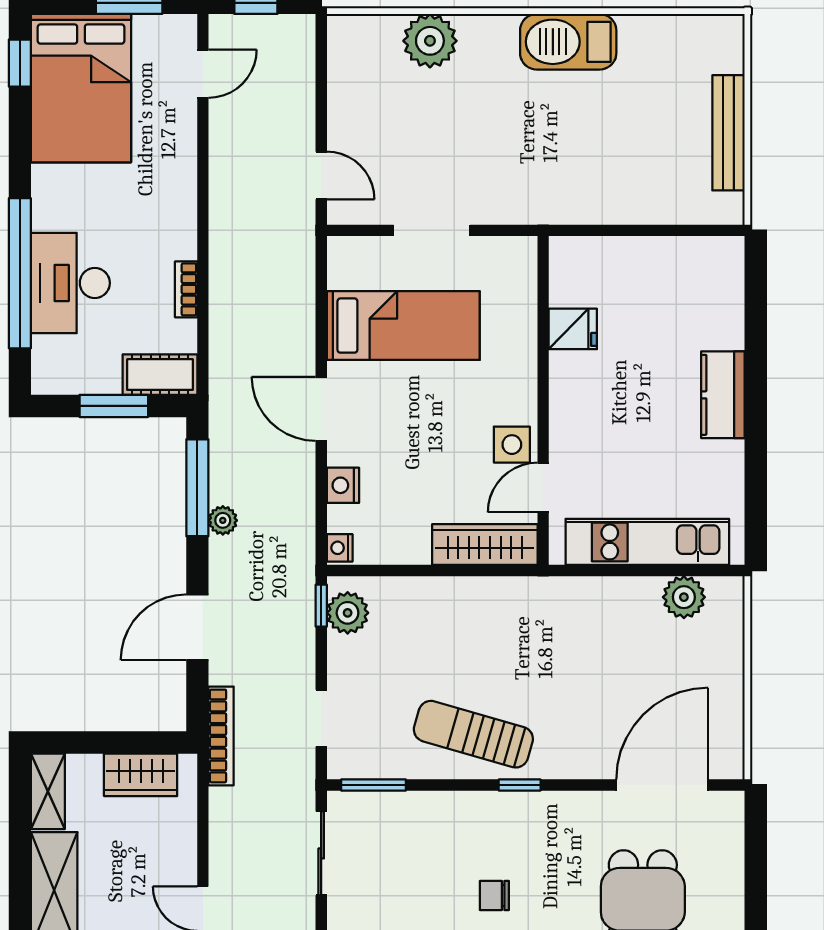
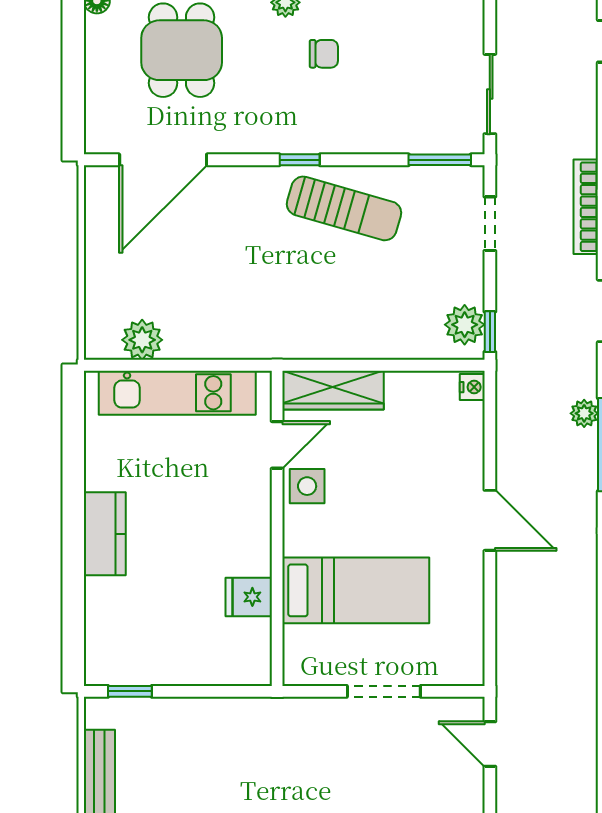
window: (697, 230) -> (130, 691), added
bed: (403, 326) -> (356, 590), moved, turned 180
nightstand: (343, 485) -> (469, 447), removed

